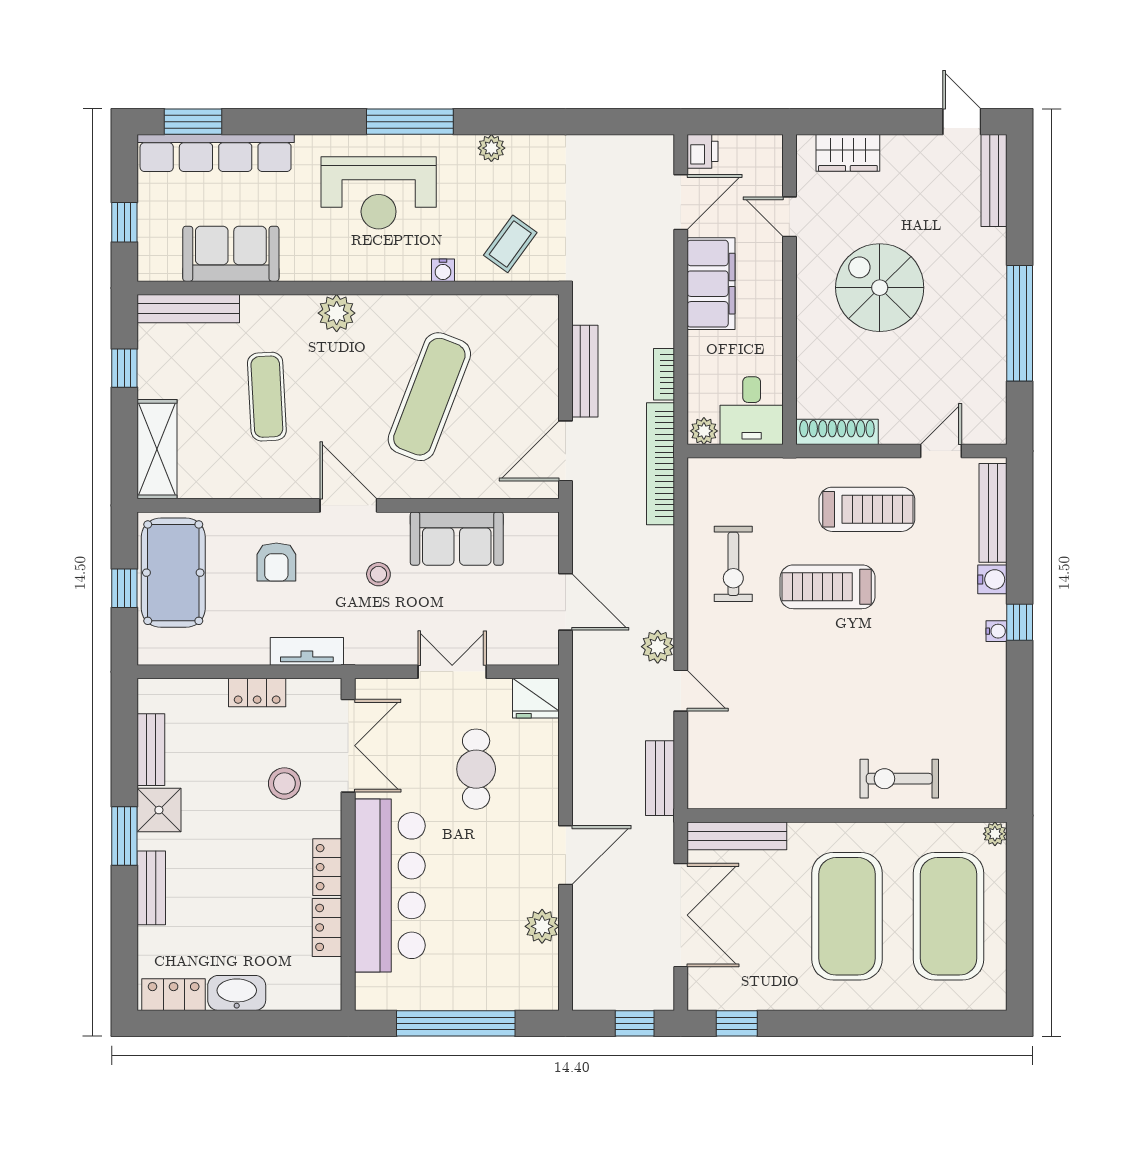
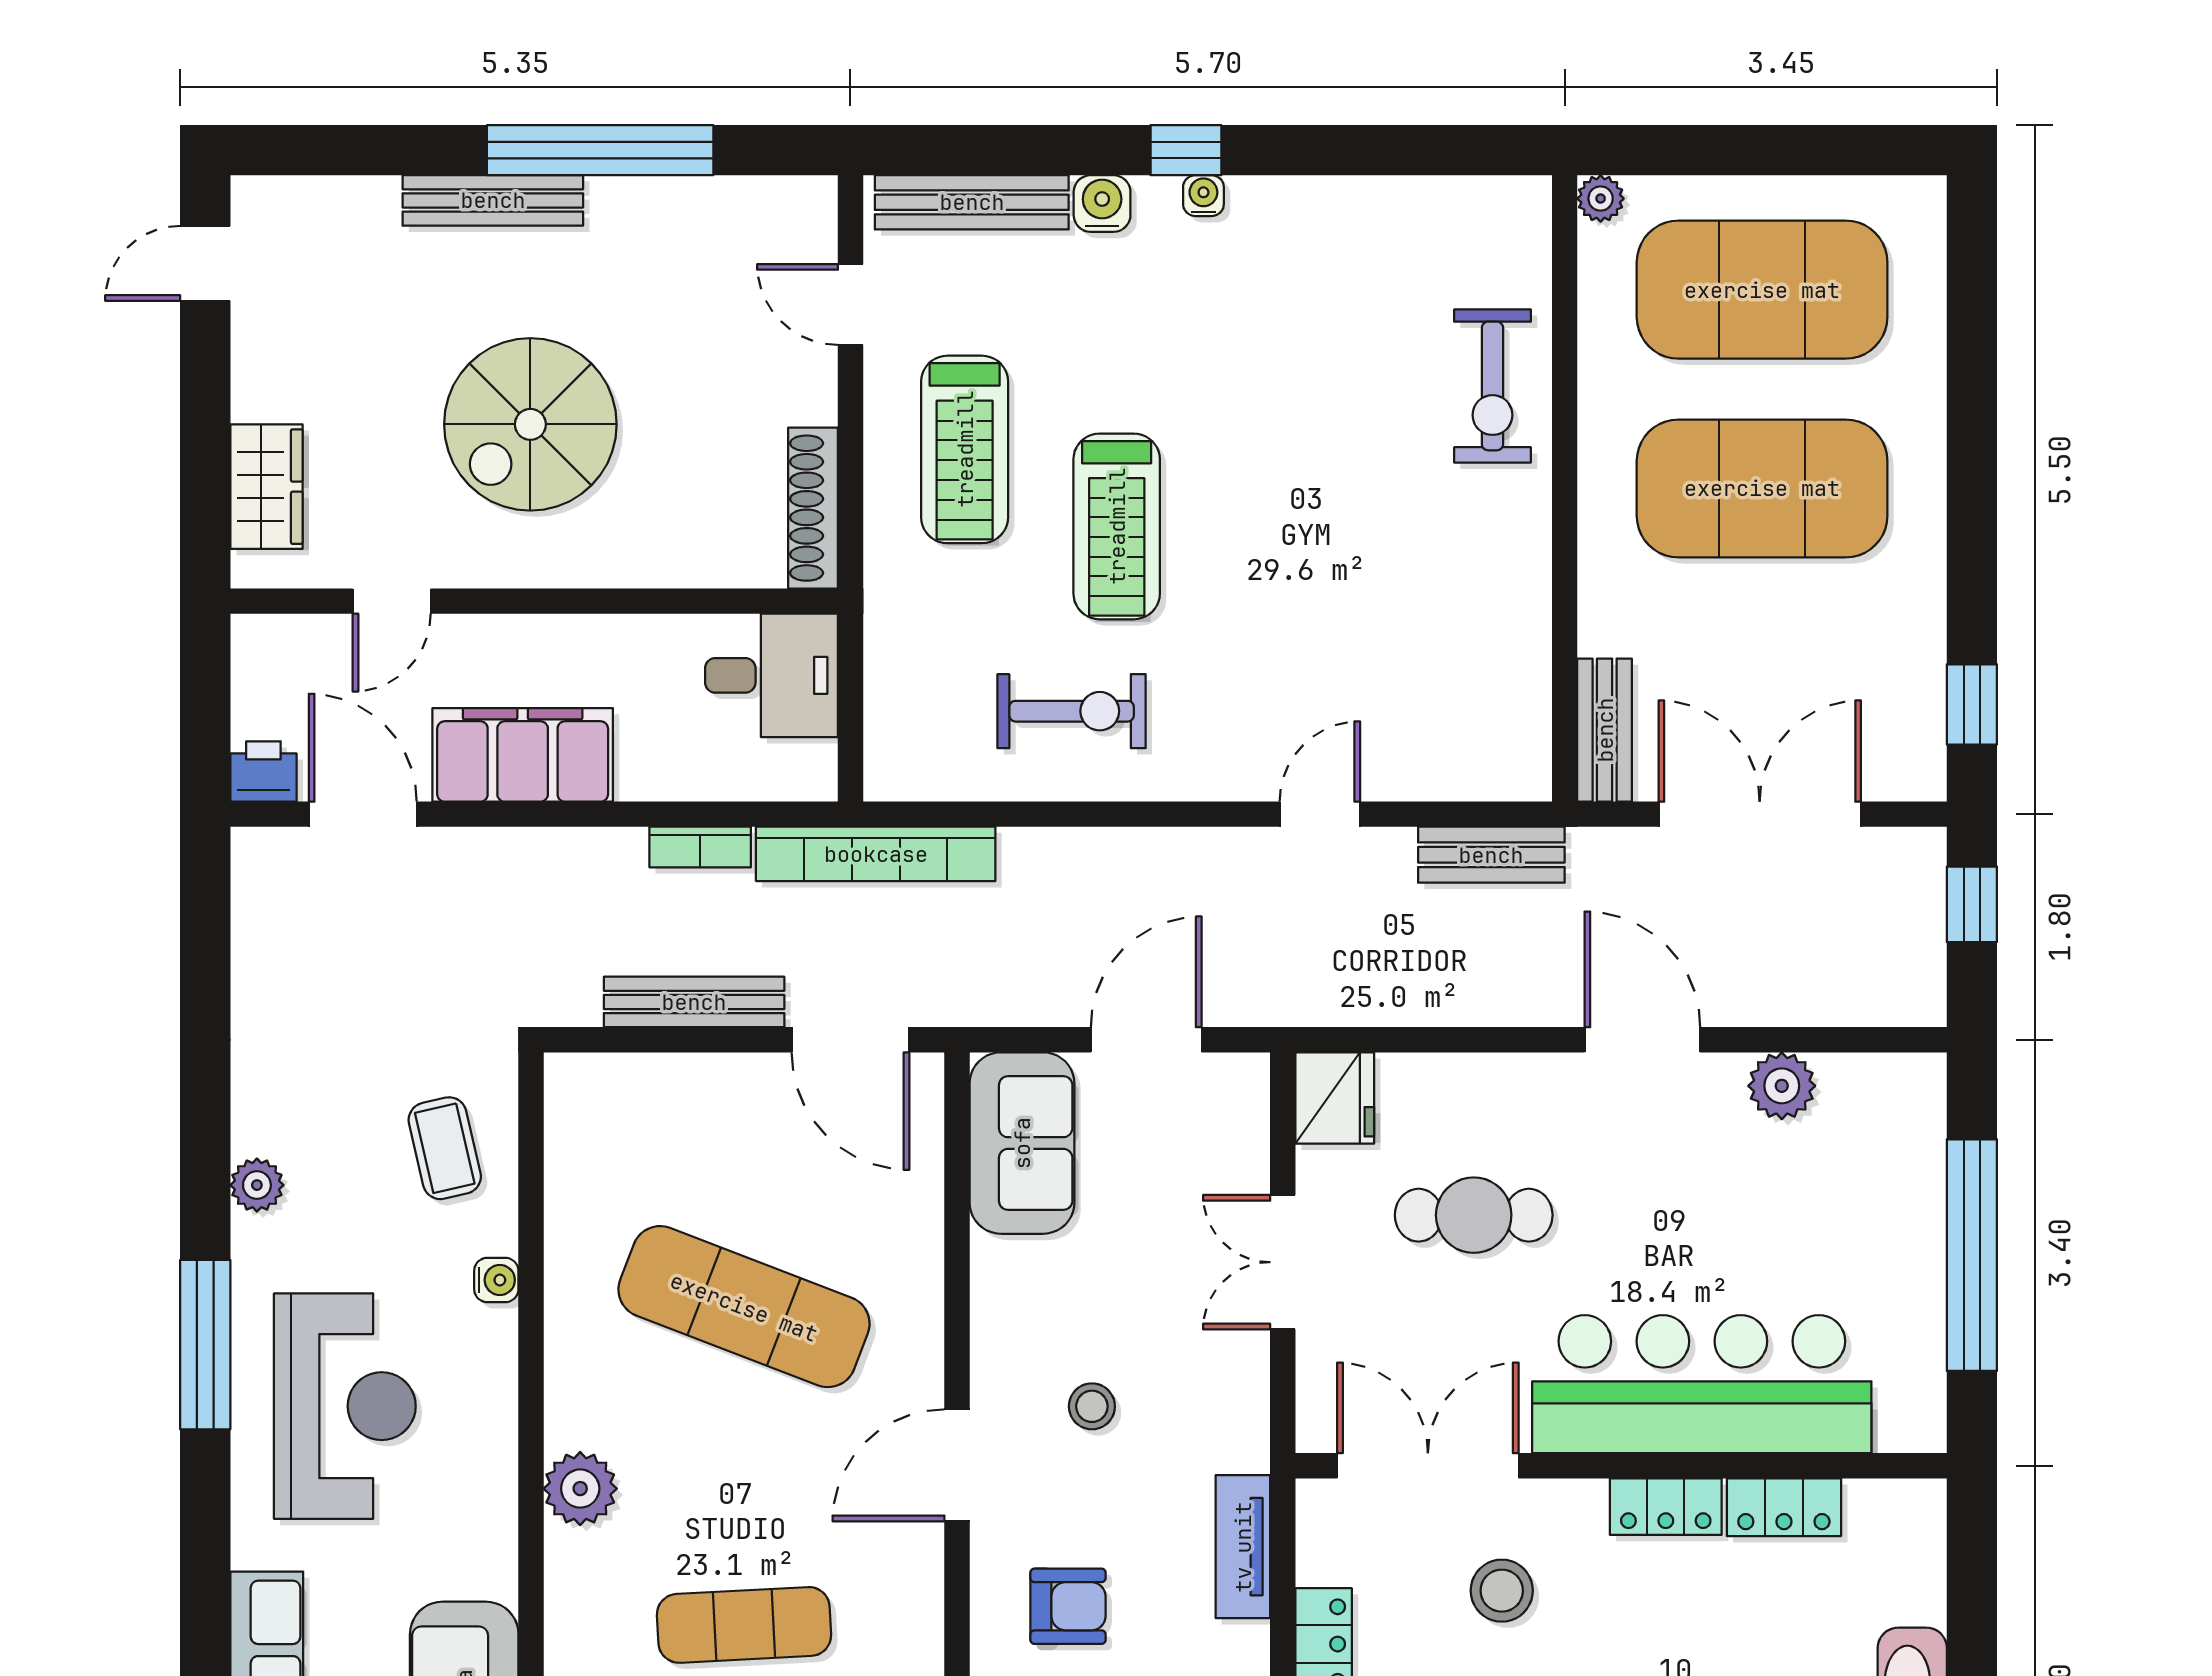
bench: (994, 180) -> (493, 200), moved
coffee table: (510, 244) -> (445, 1148), turned 41
plant: (704, 431) -> (811, 769), removed
treadmill: (867, 509) -> (965, 449), turned 180
sofa: (457, 539) -> (1022, 1143), moved
plant: (658, 647) -> (1234, 859), removed
bench: (737, 836) -> (1605, 730), width x0.73

